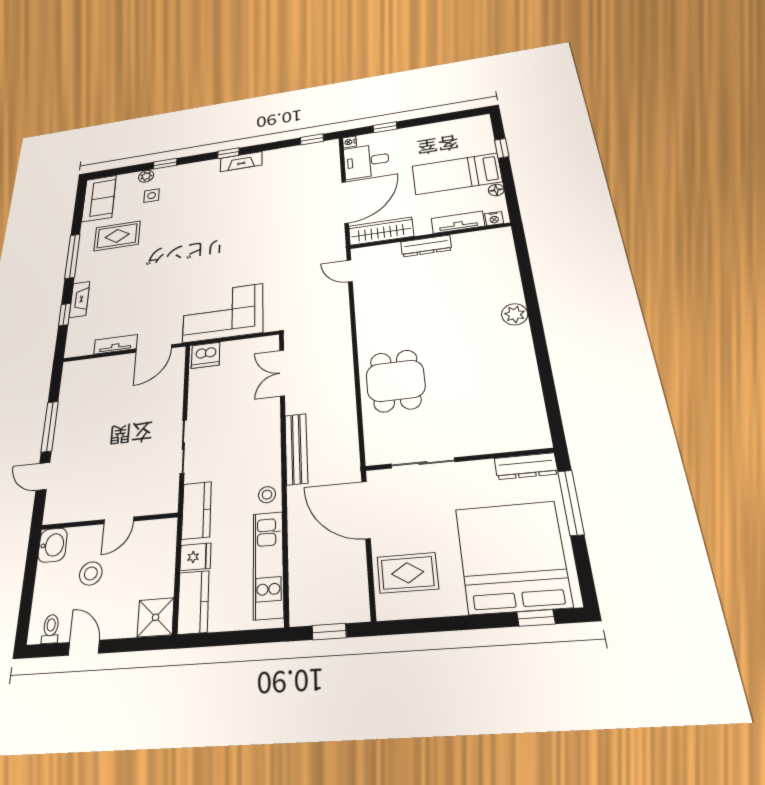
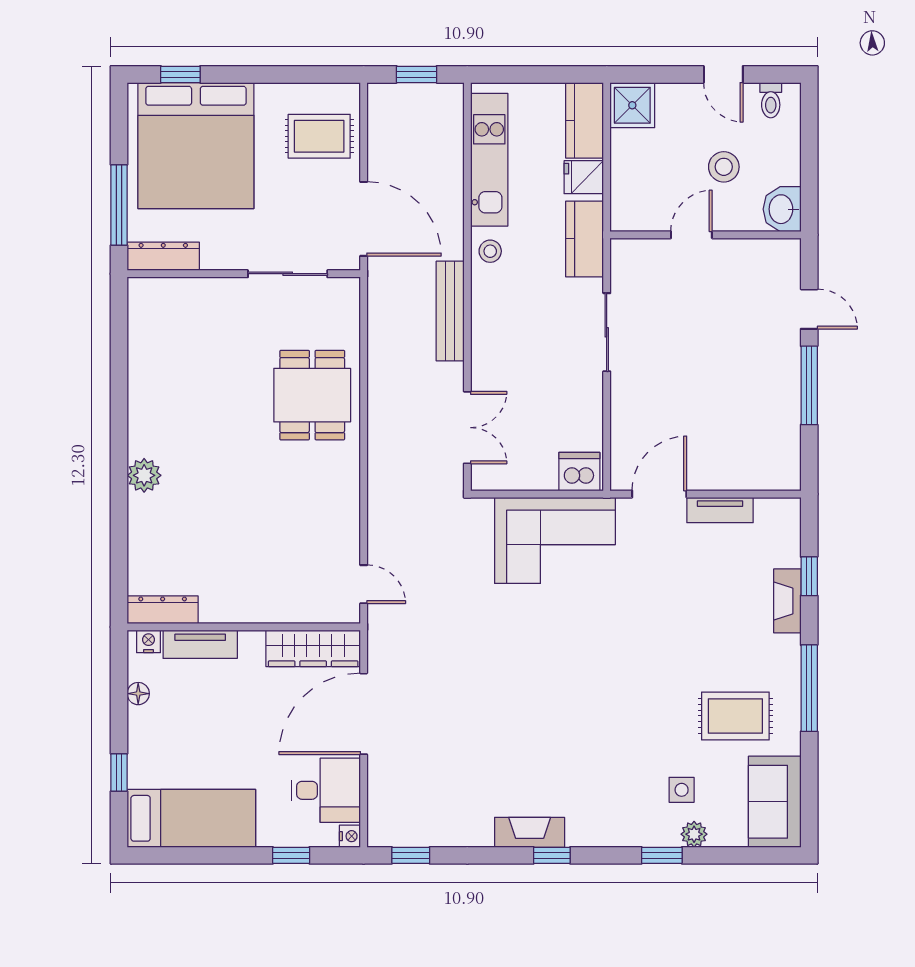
bed: (457, 174) -> (191, 818), moved
dresser: (426, 246) -> (163, 610), moved

